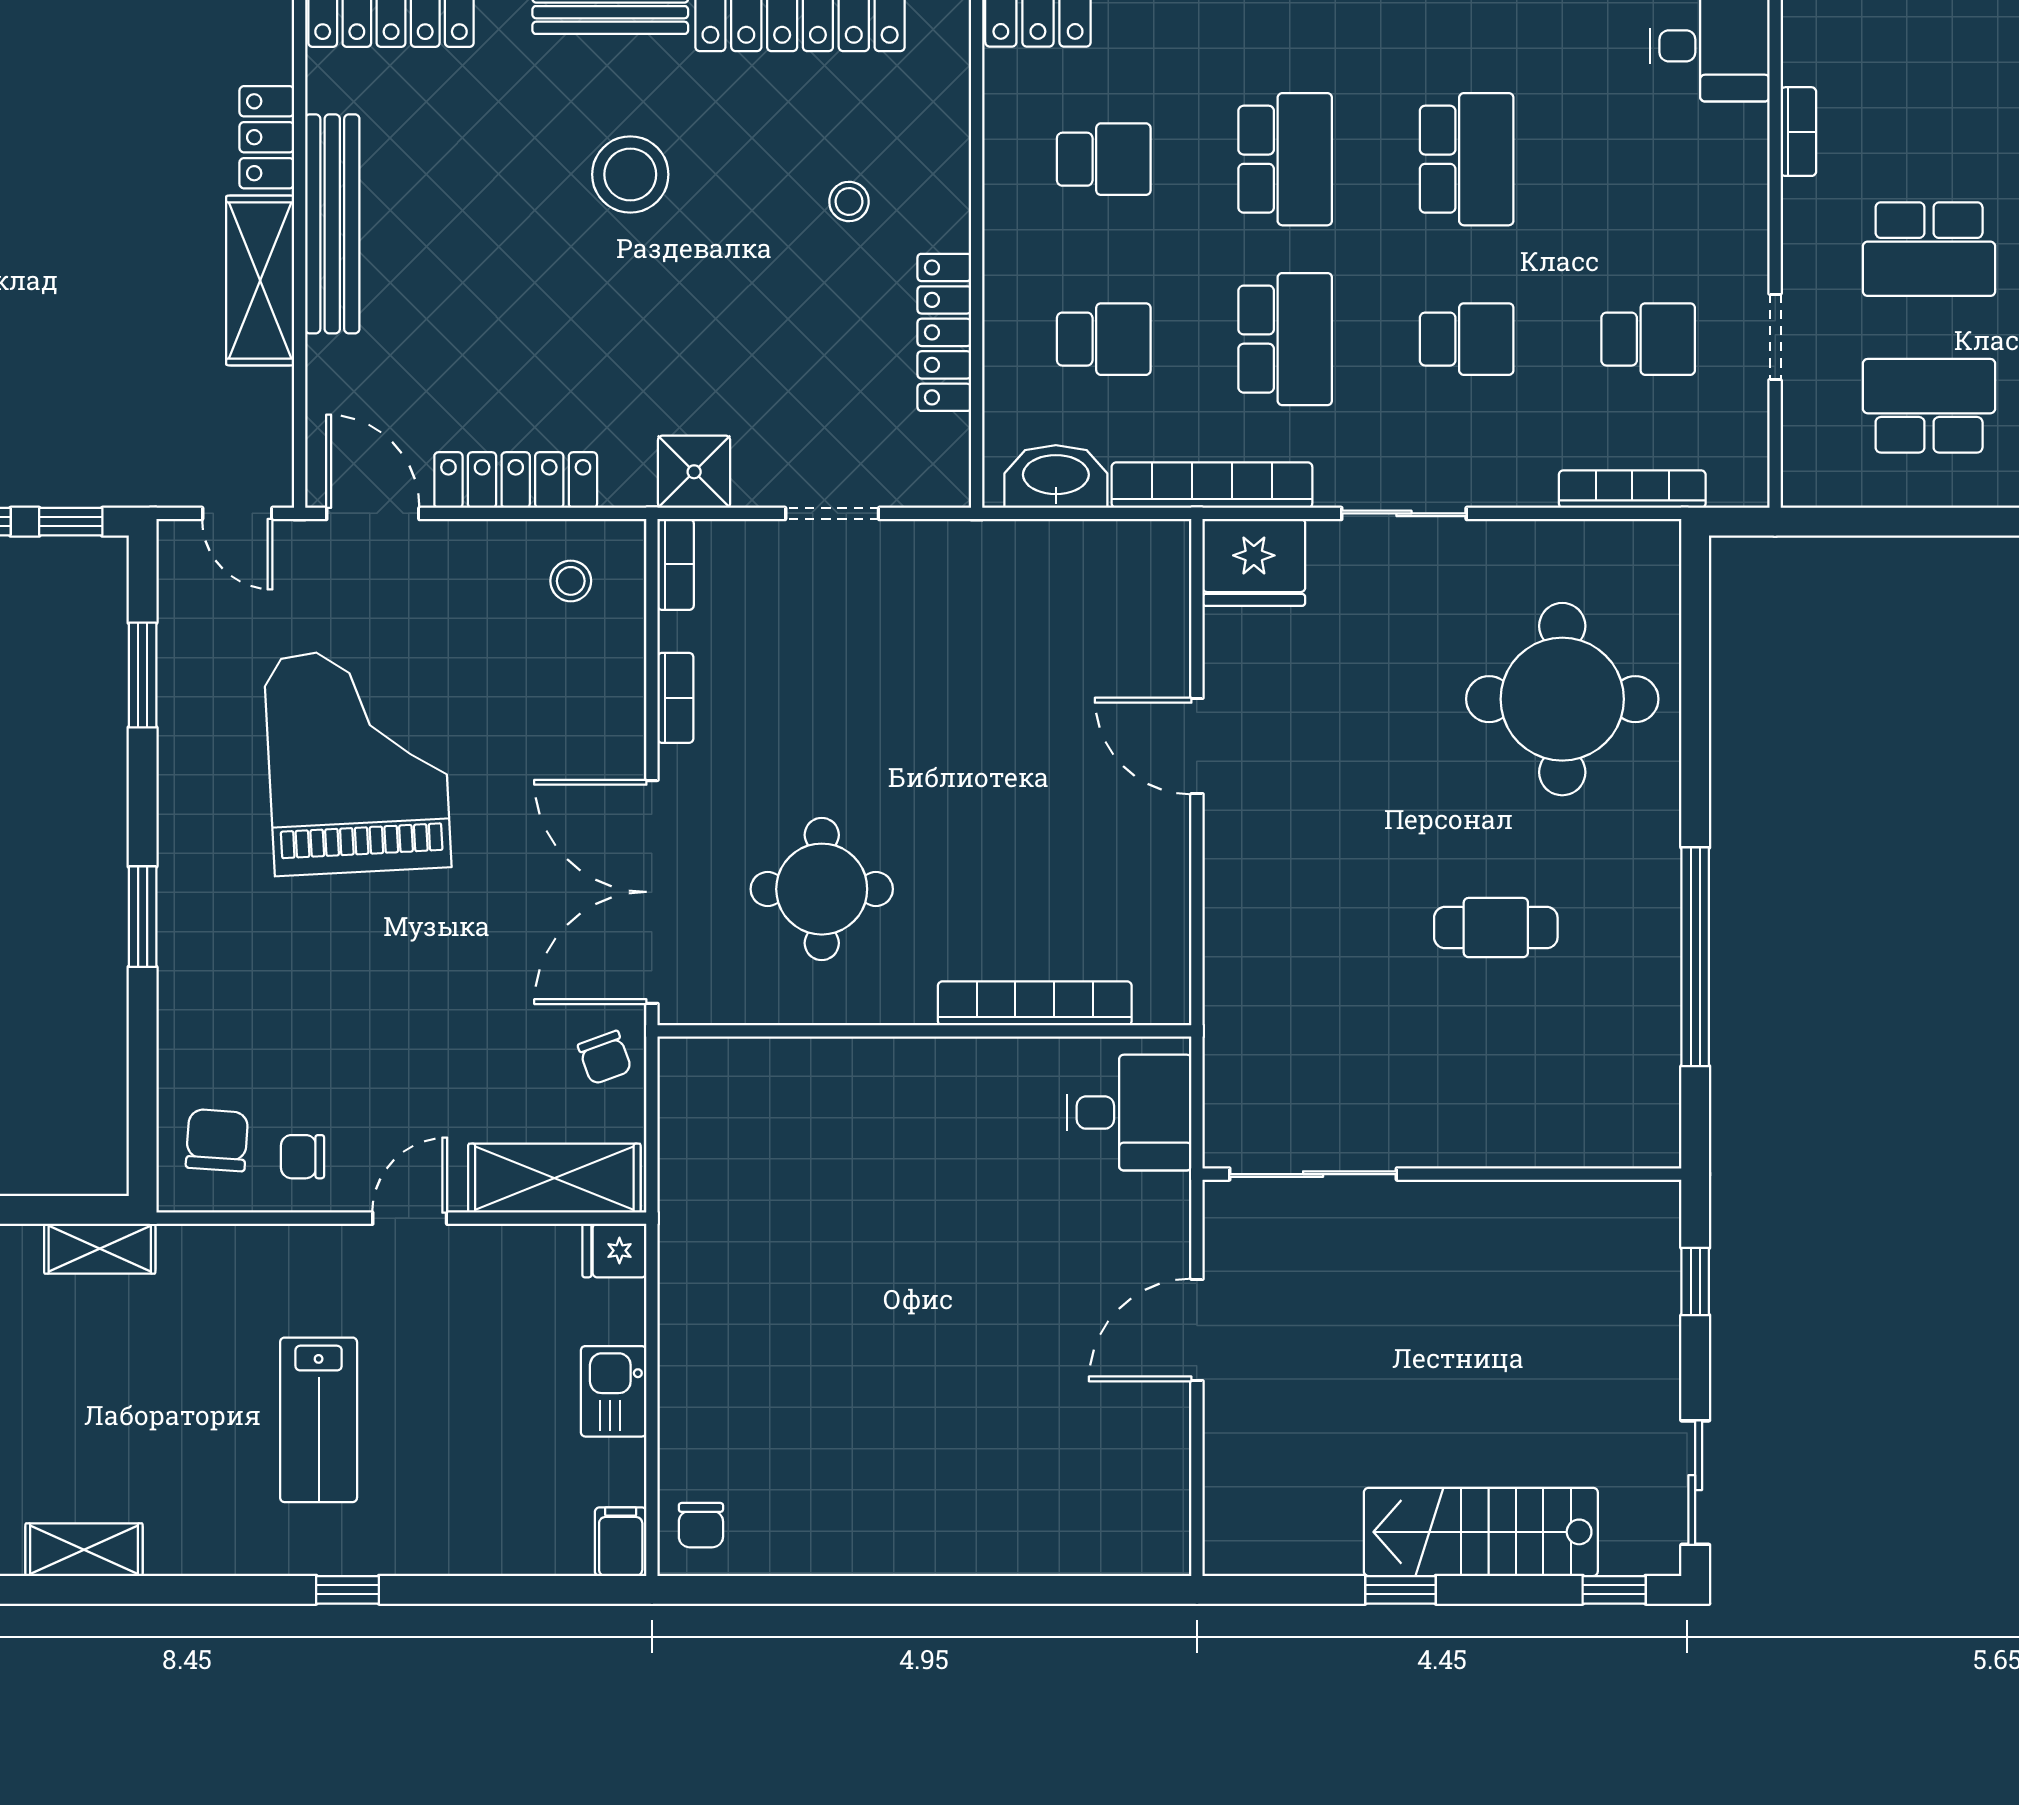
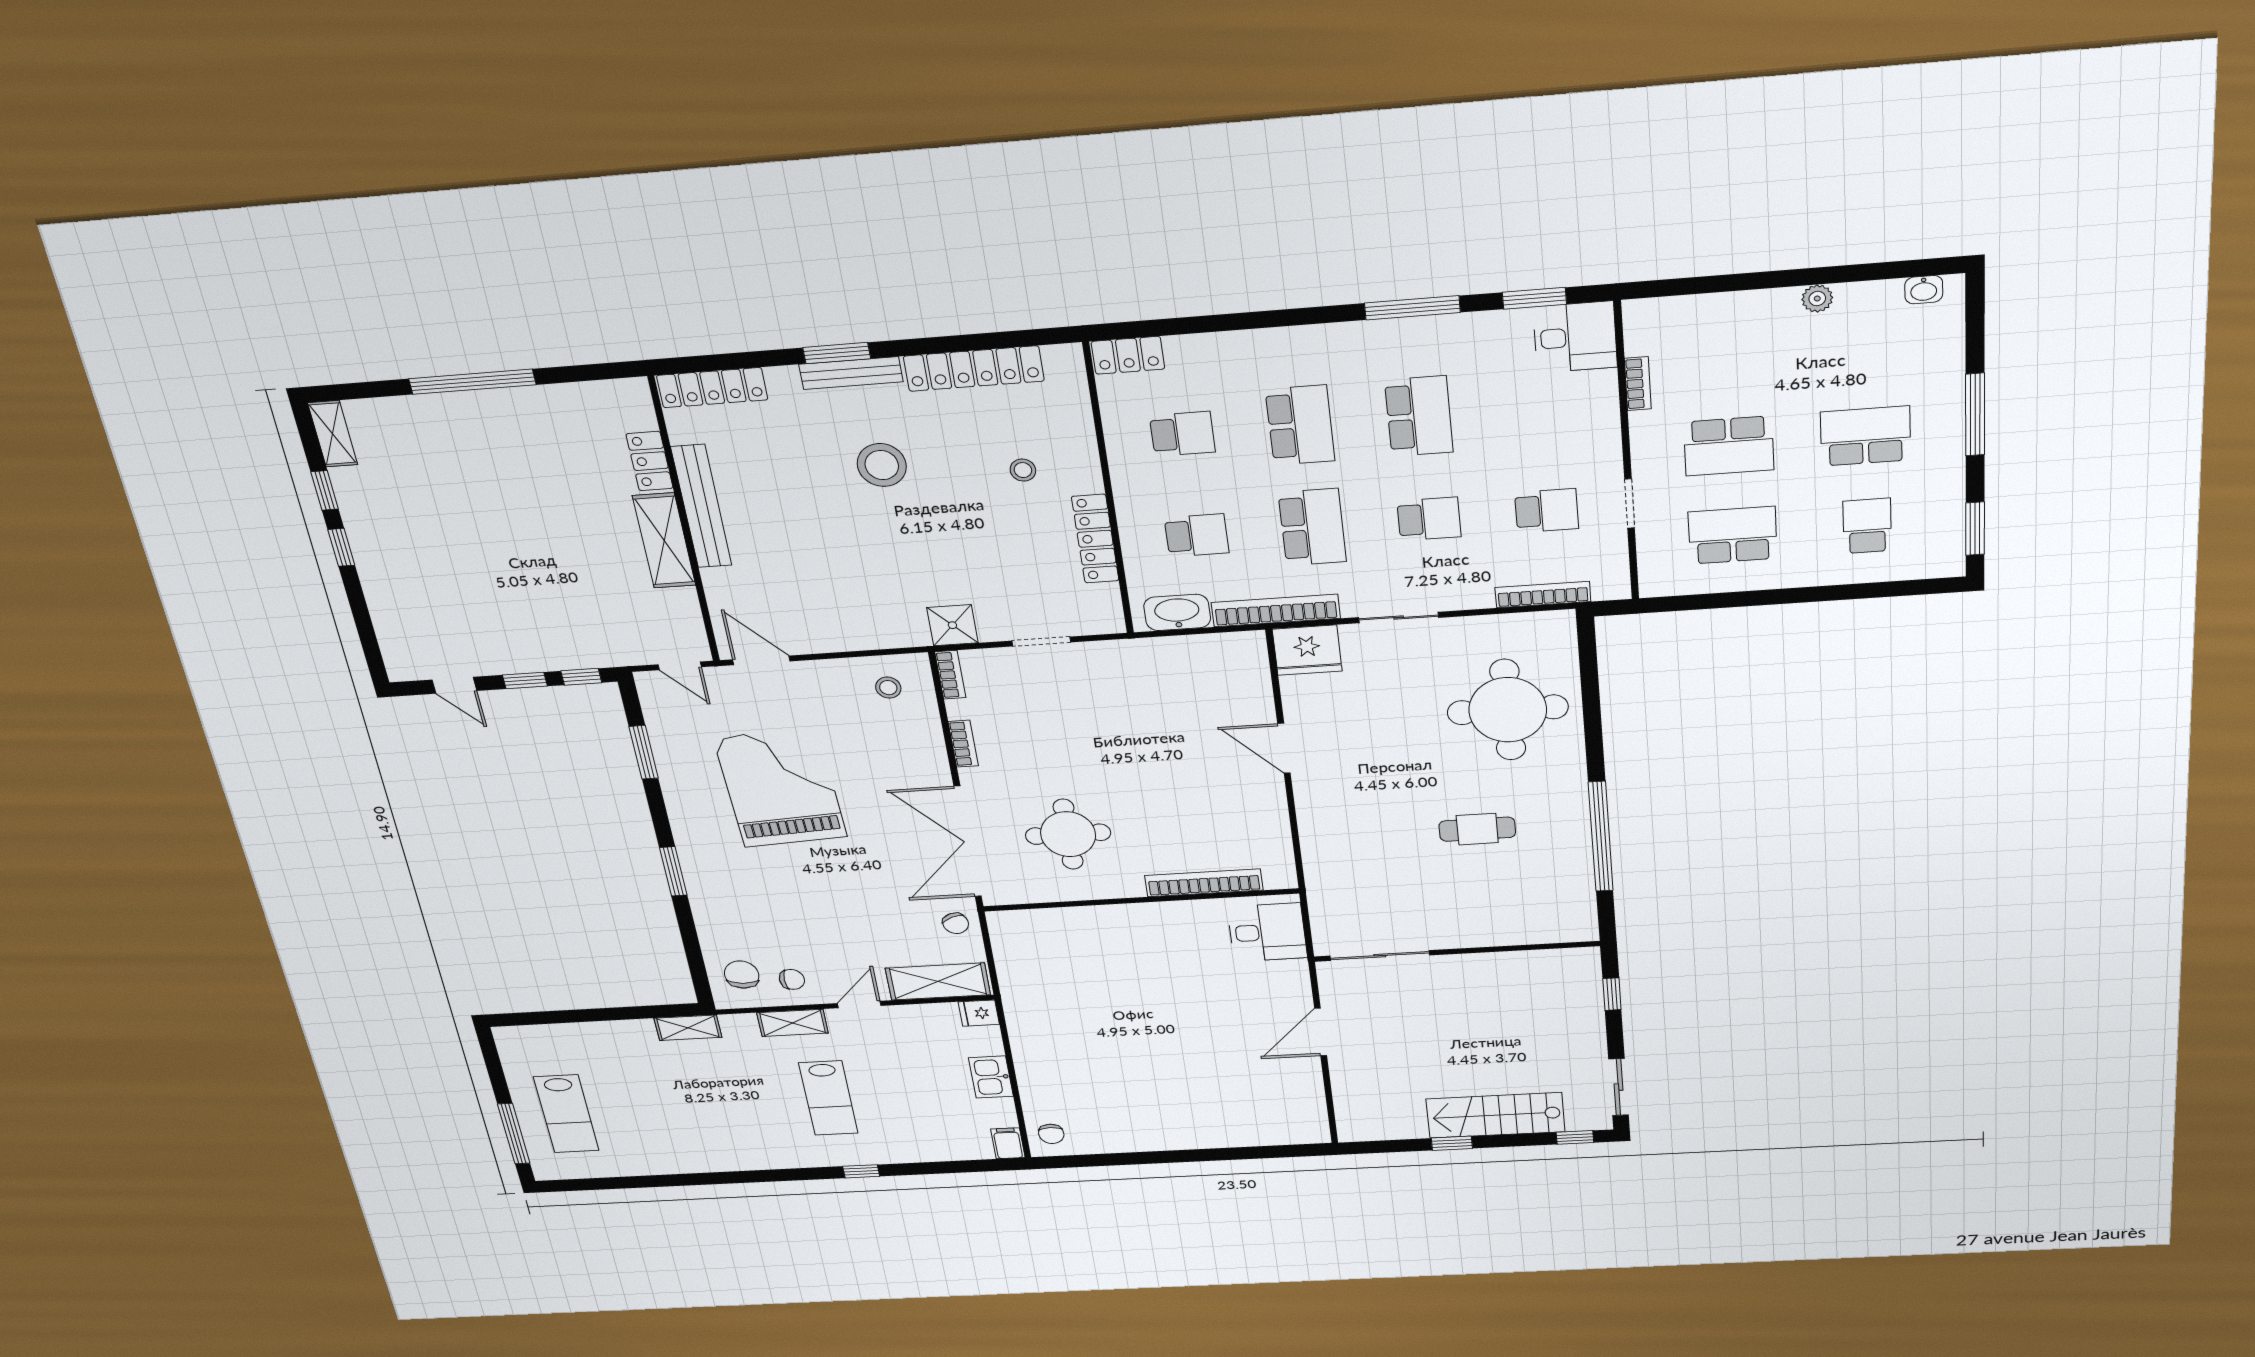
locker: (516, 480) -> (844, 637), removed
chair: (302, 1157) -> (792, 979), turned 180
shelving: (84, 1550) -> (792, 1023), moved

